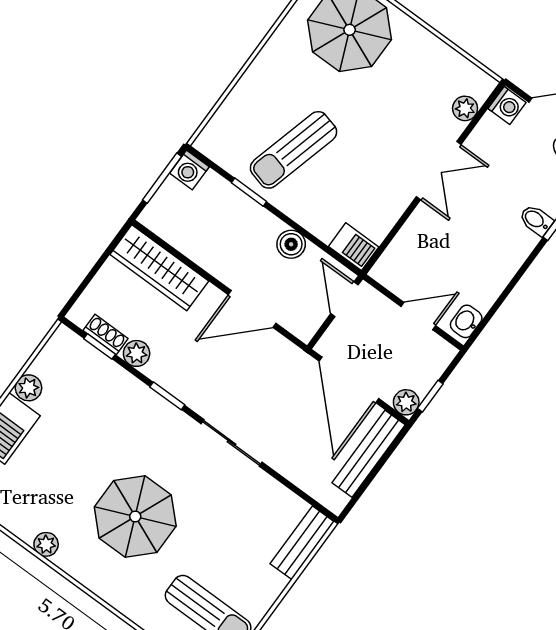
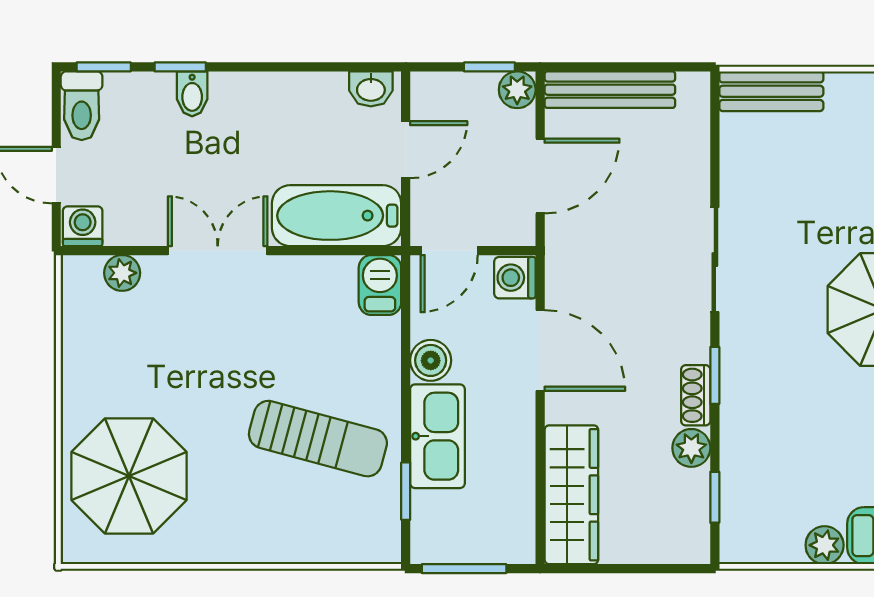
washing machine: (189, 170) -> (515, 278), moved, turned 180
window: (249, 192) -> (406, 491), moved
kitchen sink: (246, 217) -> (437, 436), added
bathtub: (410, 251) -> (337, 216), added
door: (418, 316) -> (406, 150), swing flipped
shoe rack: (106, 334) -> (696, 395), moved
door: (349, 380) -> (540, 176), width x0.73

